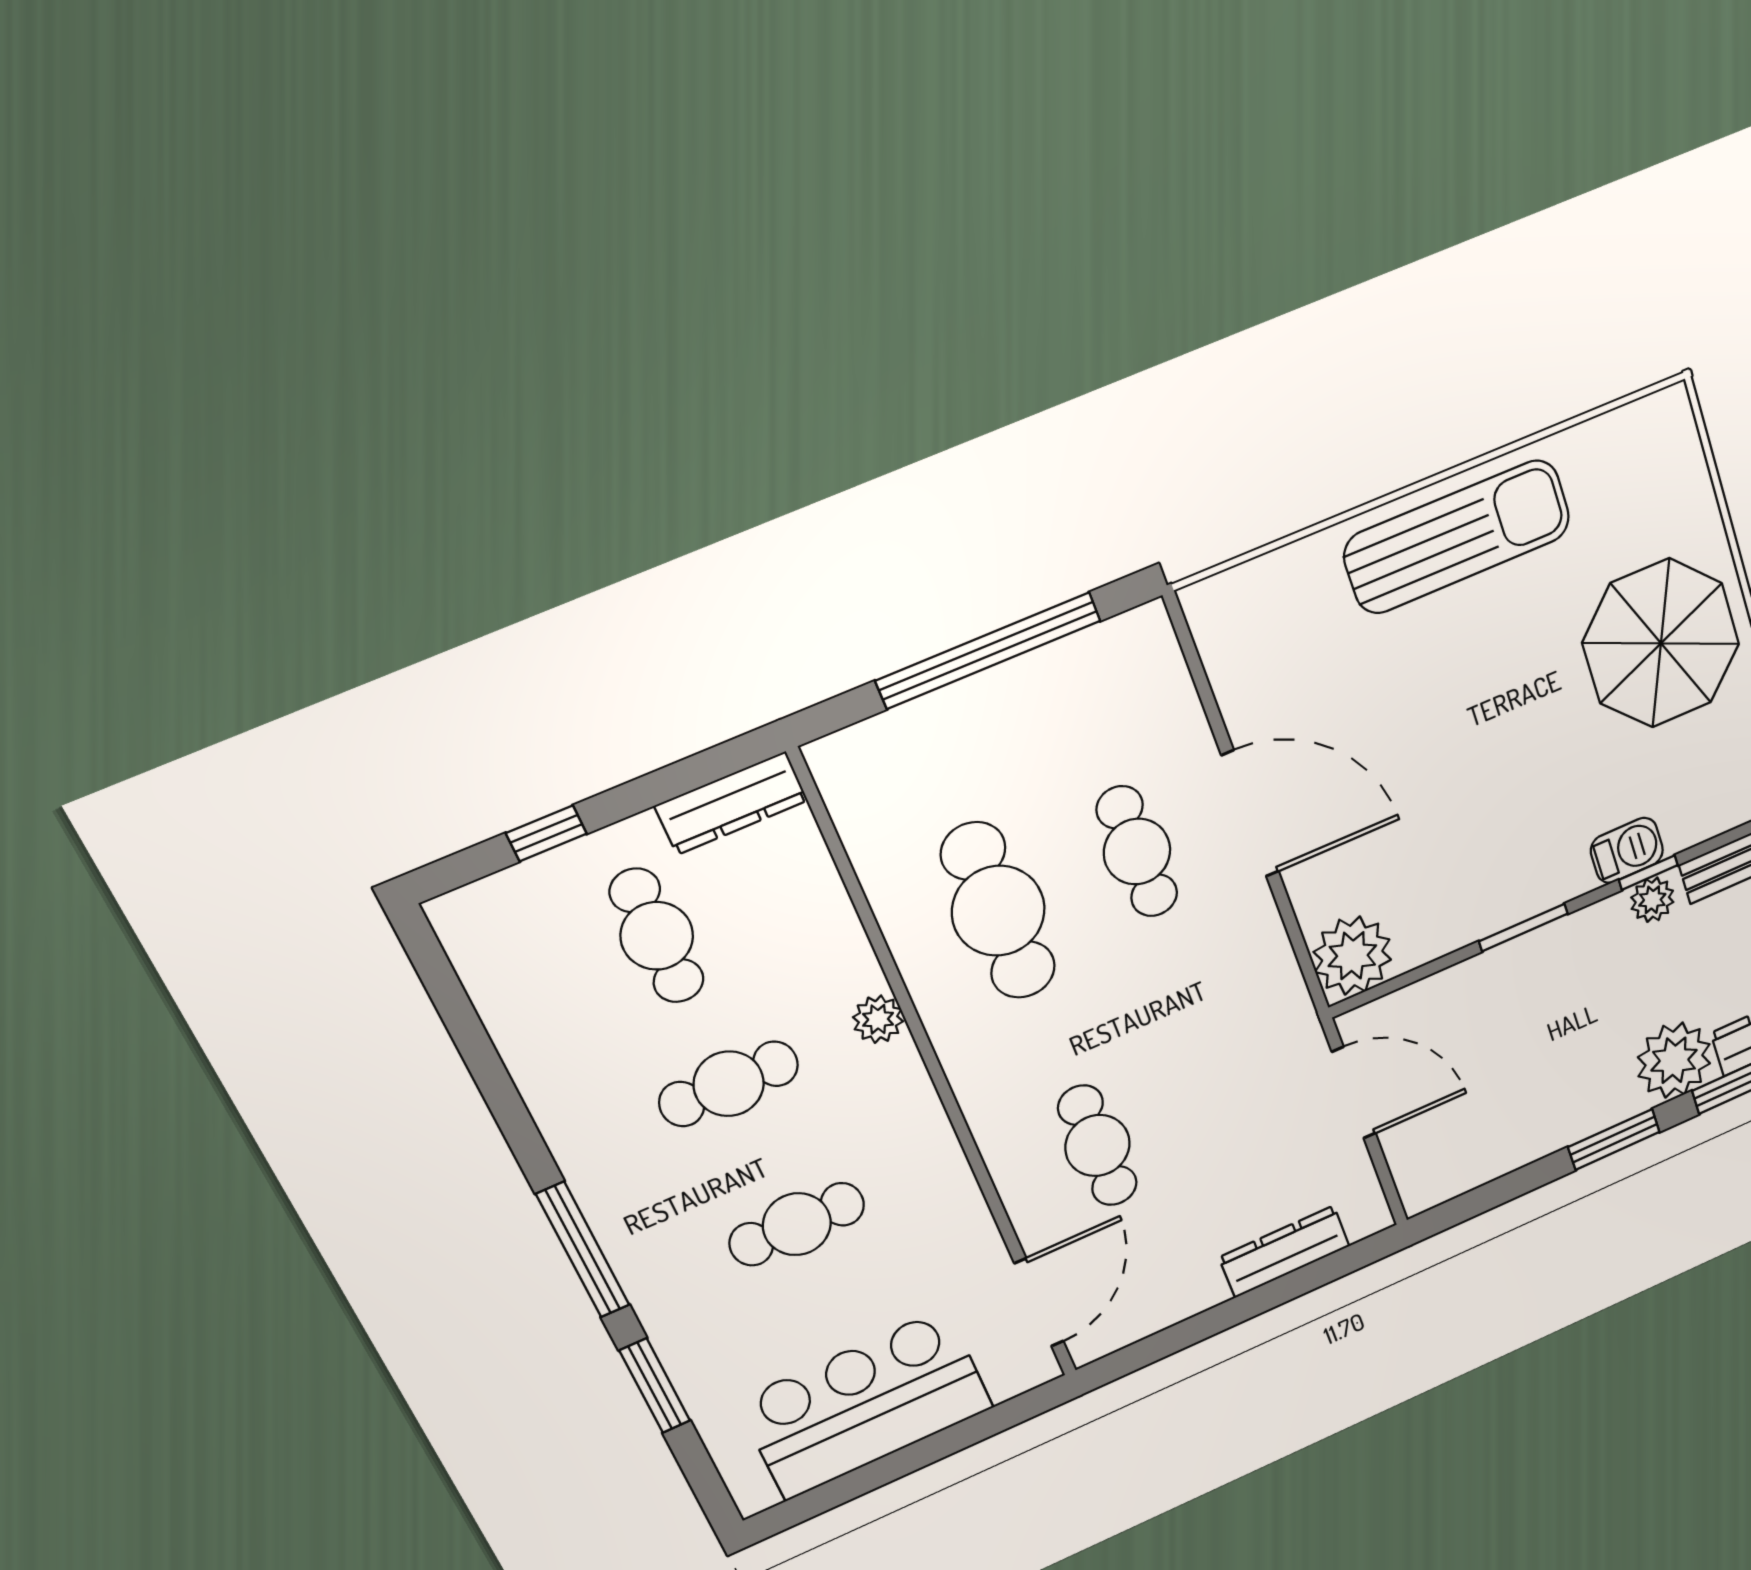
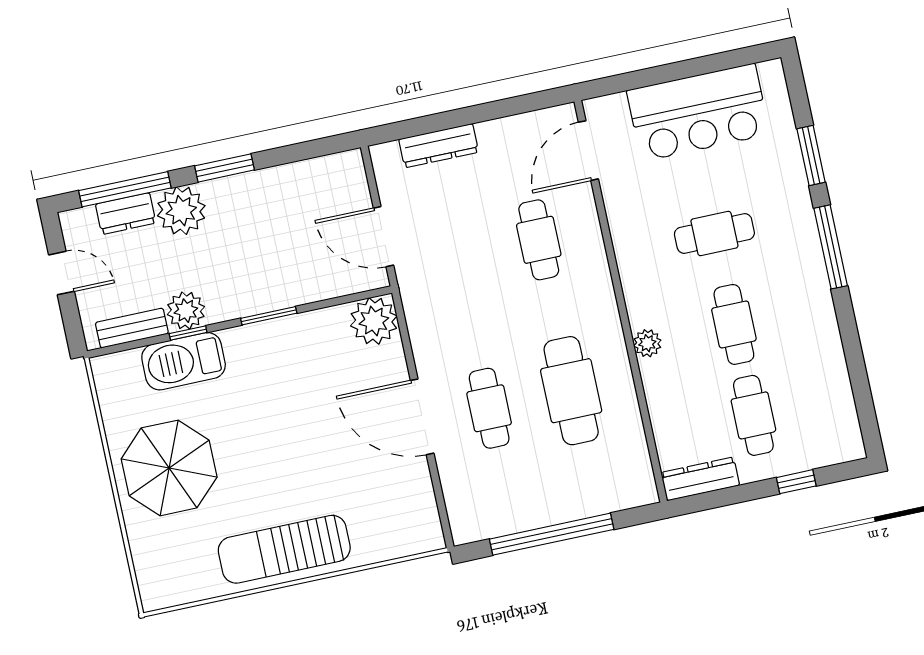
barbecue: (1627, 850) -> (184, 361), width x1.88, depth x1.53
plant: (1652, 900) -> (186, 311), width x1.38, depth x1.38
cafe table: (729, 1084) -> (734, 324), turned 90

